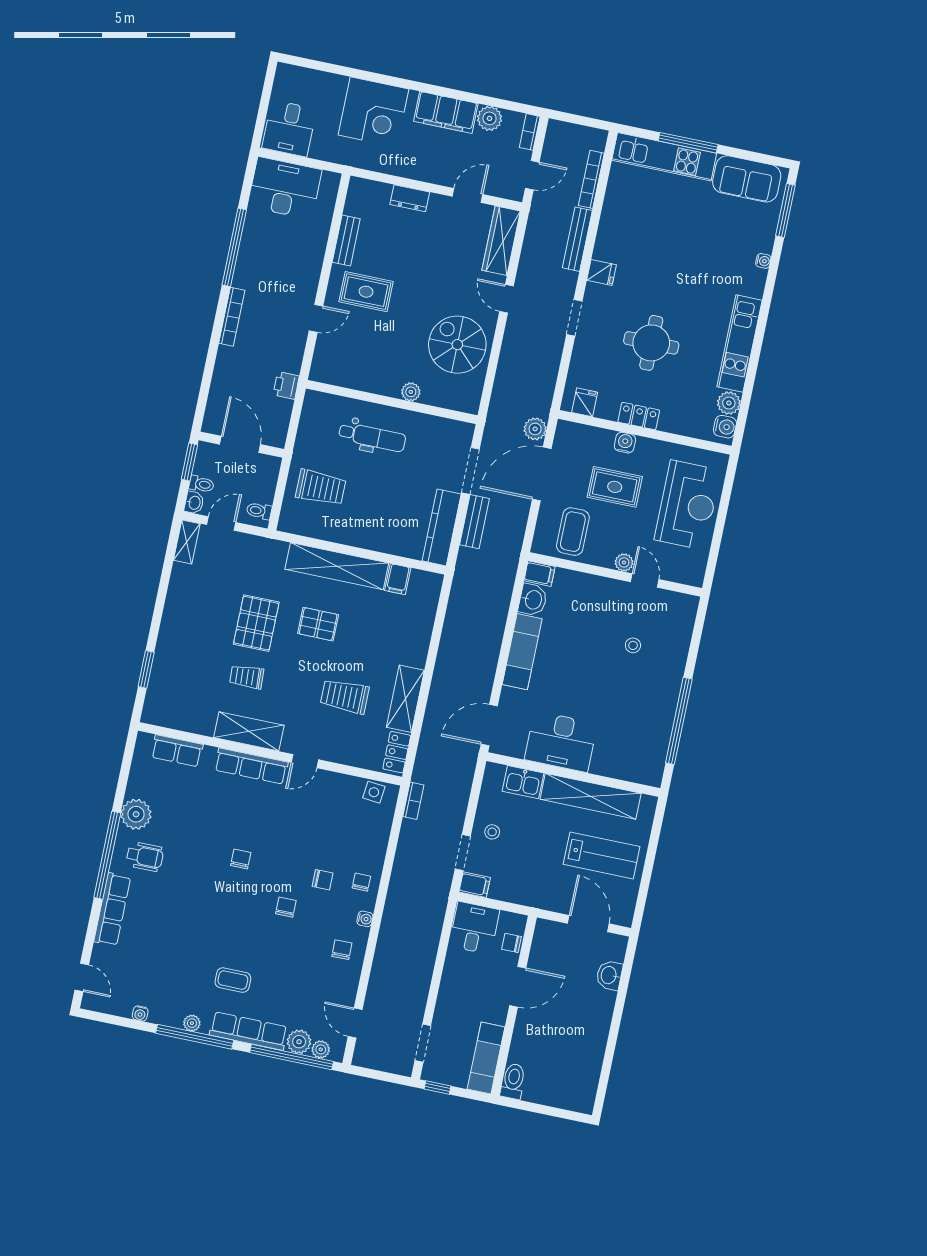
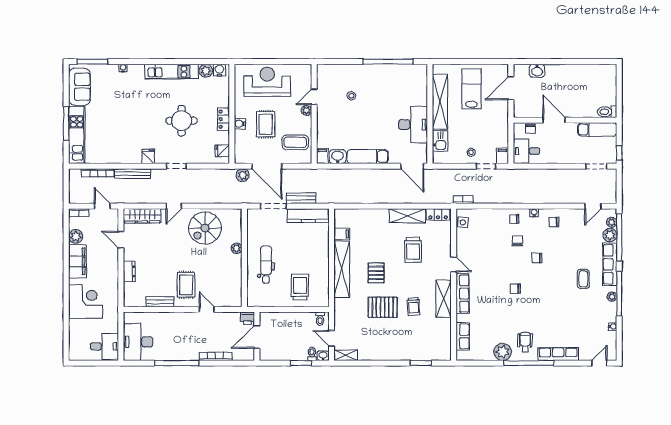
door: (240, 444) -> (257, 337), moved
wall: (241, 445) -> (257, 336), moved

